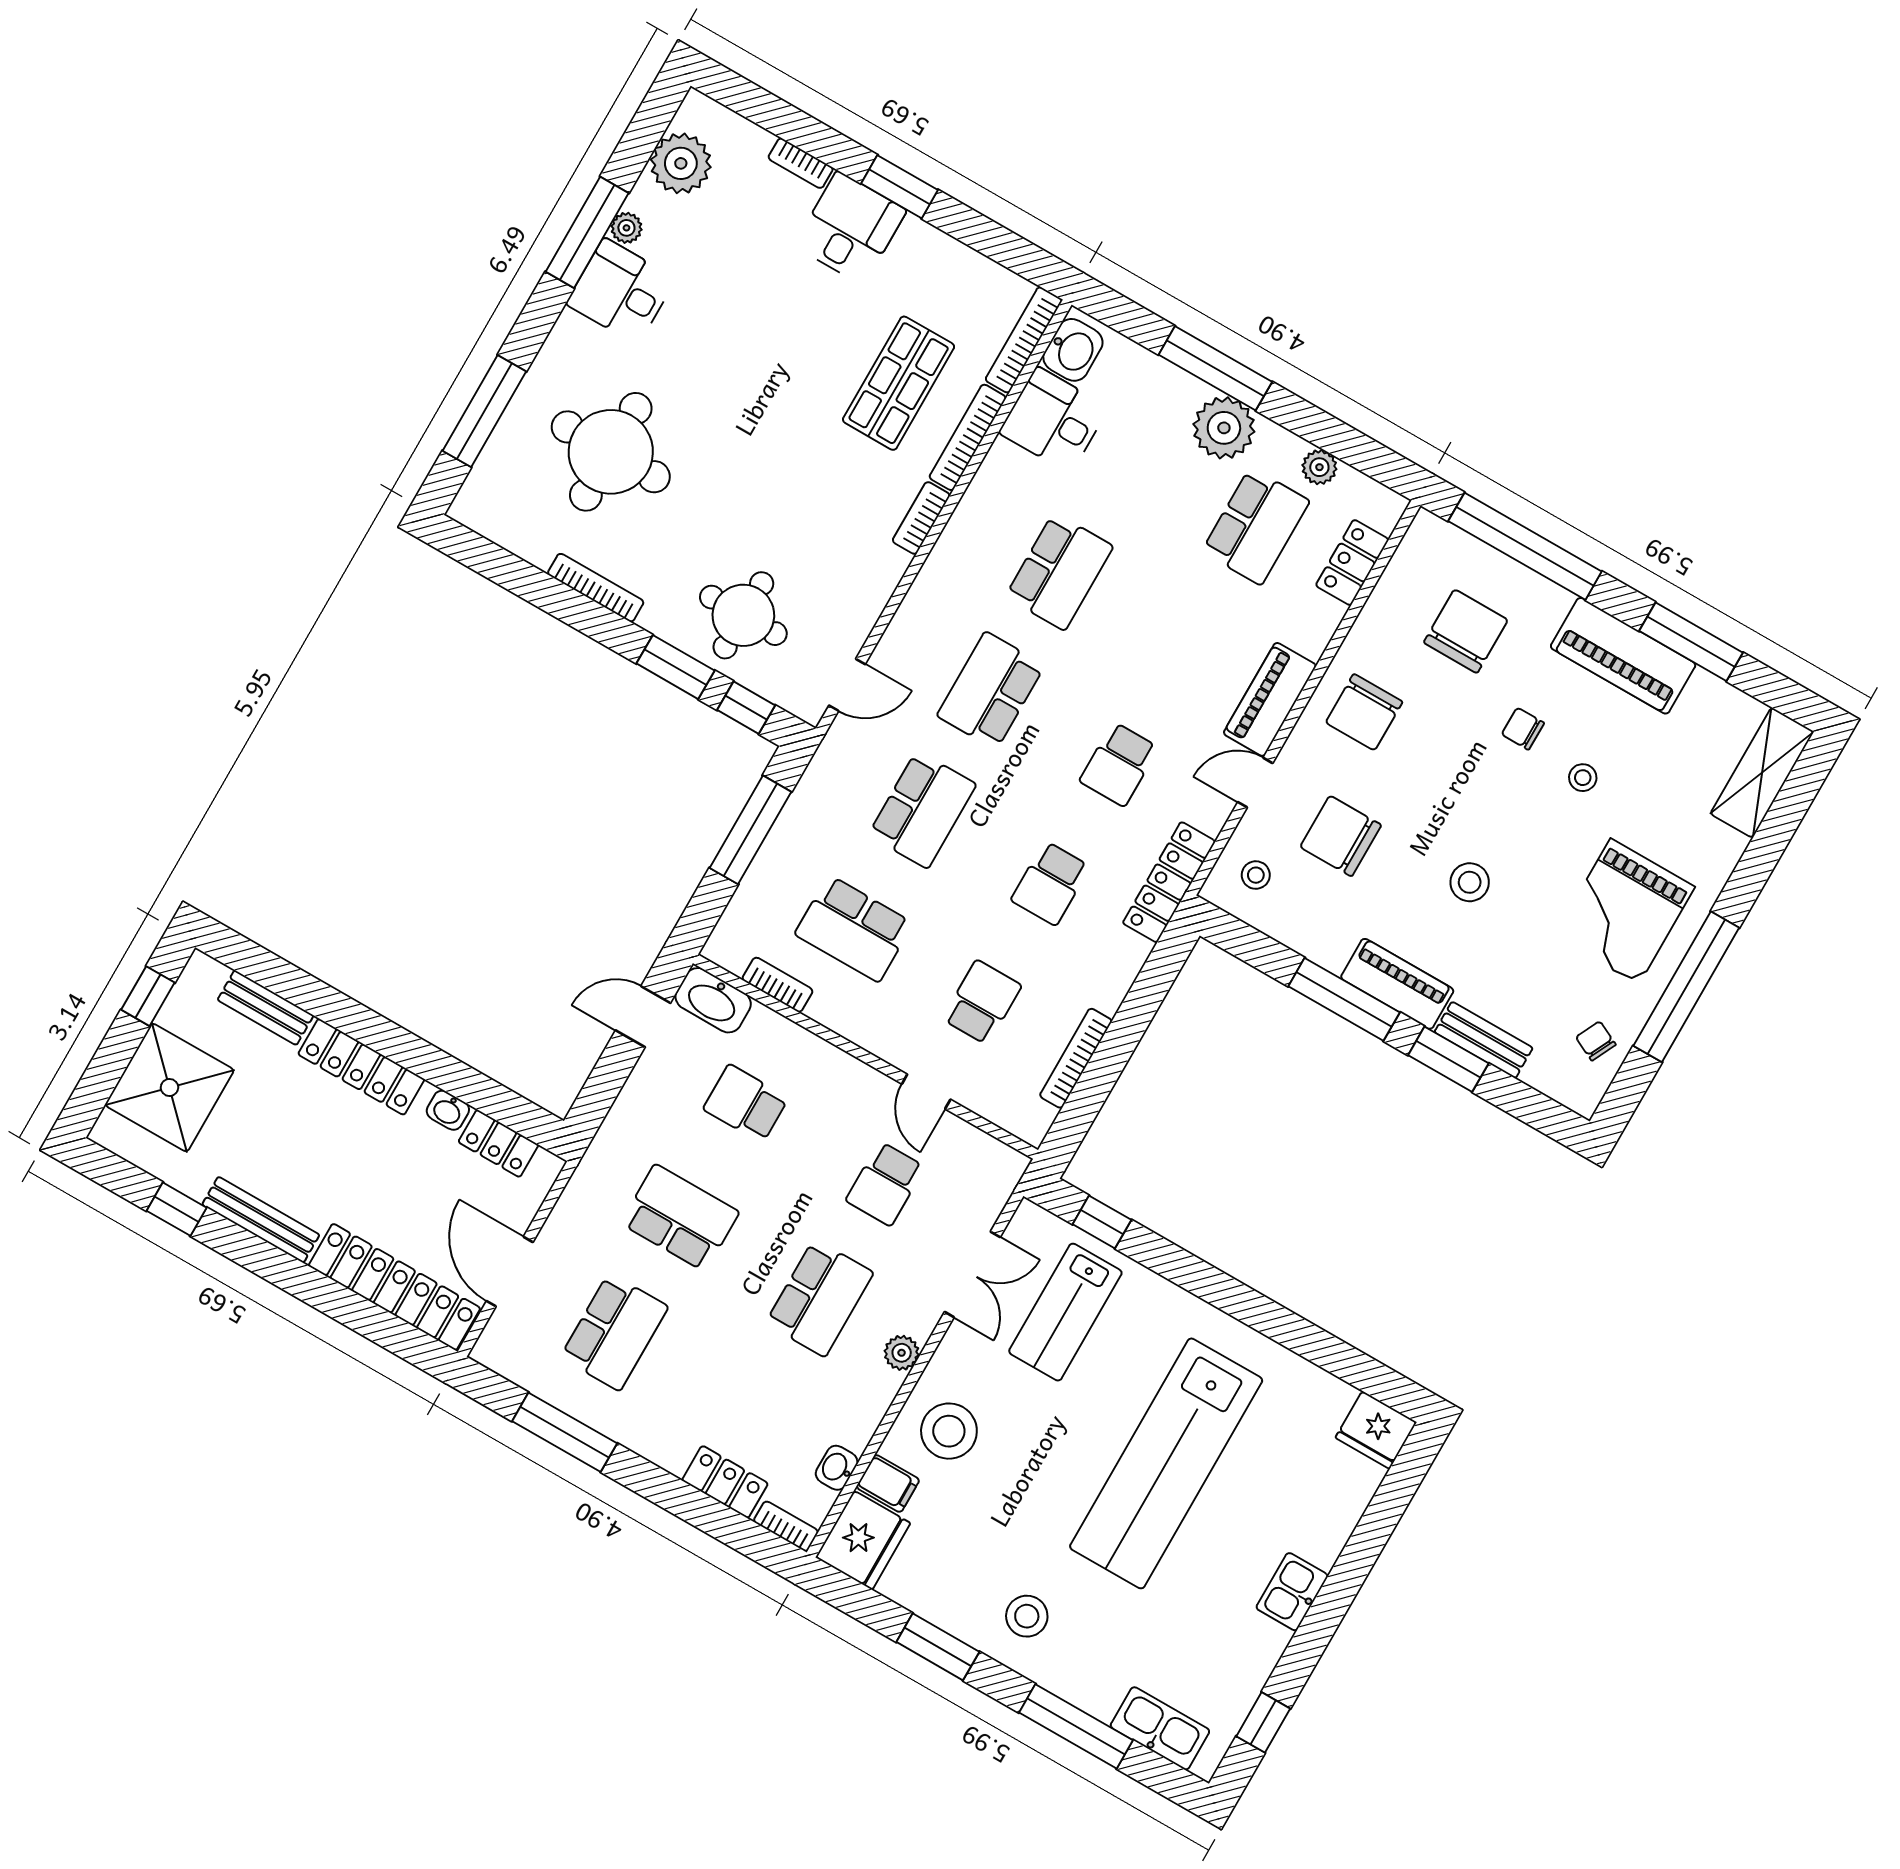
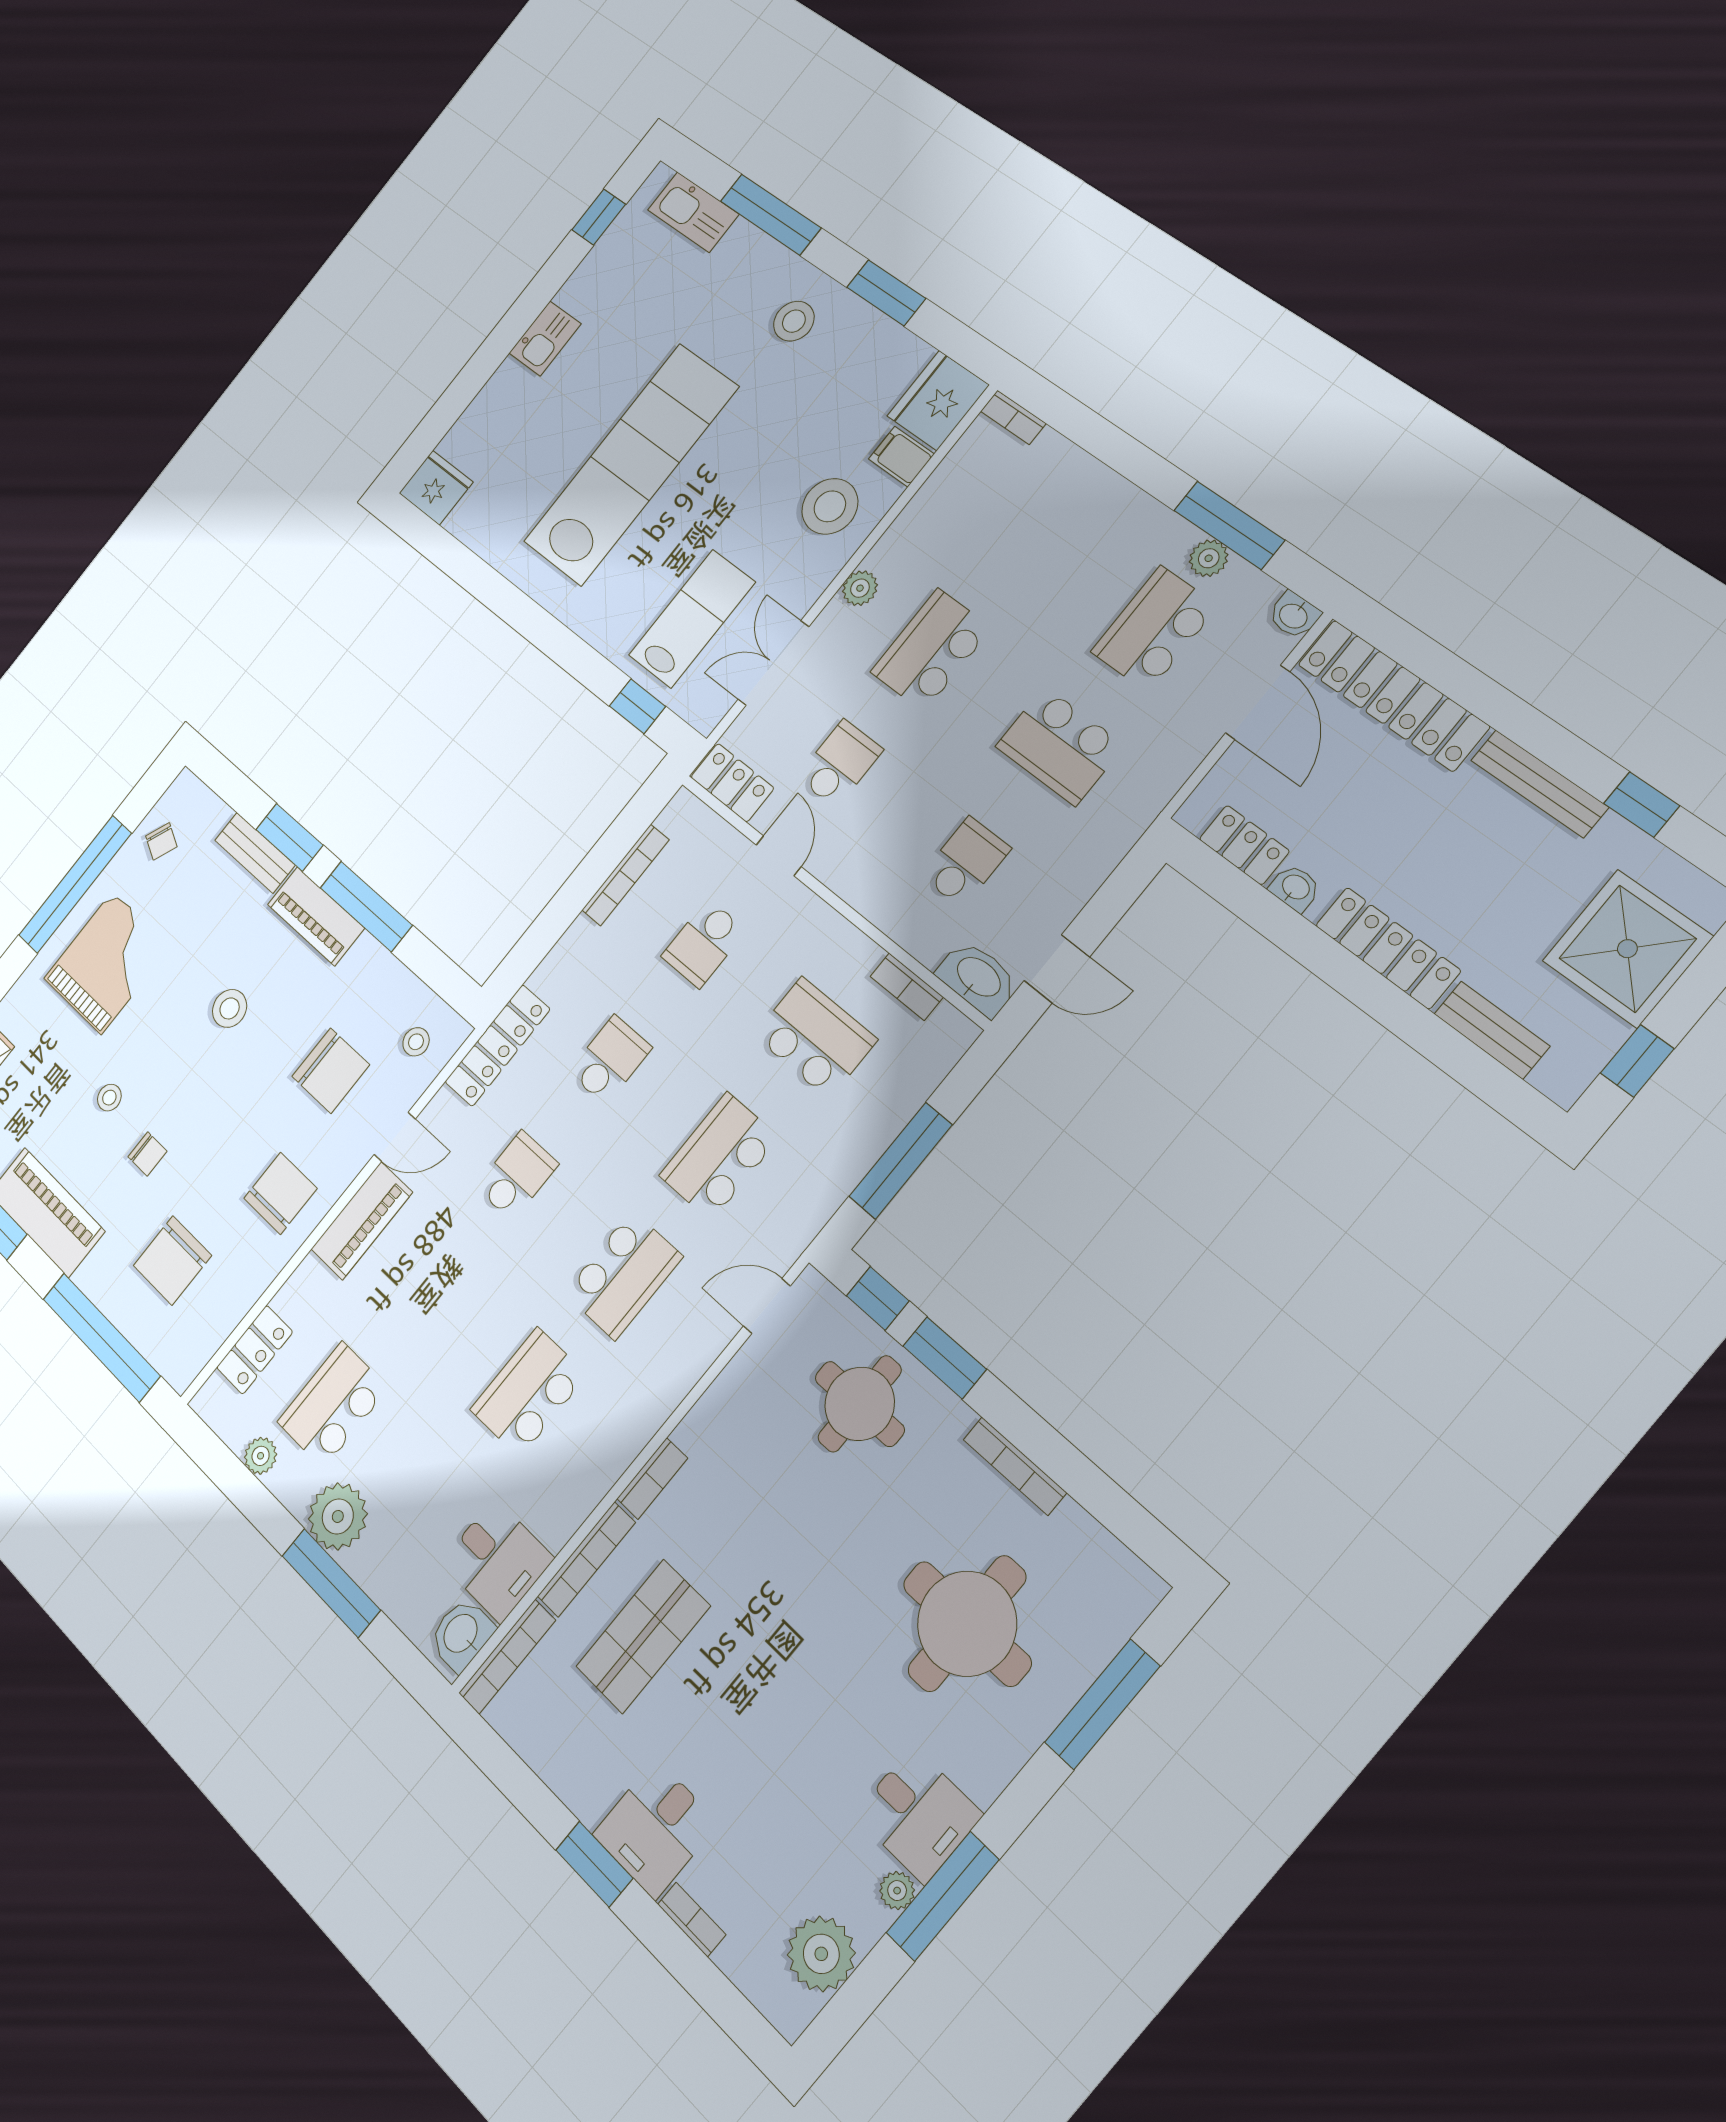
school desk: (746, 1103) -> (966, 862), turned -90
plant: (577, 1400) -> (1209, 558), added
washbasin: (837, 1468) -> (1294, 615), moved, turned 90
locker: (725, 1482) -> (732, 783), moved, turned 180

